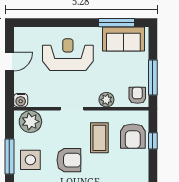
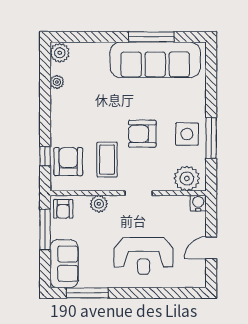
sofa: (123, 39) -> (64, 264), moved, turned 90

